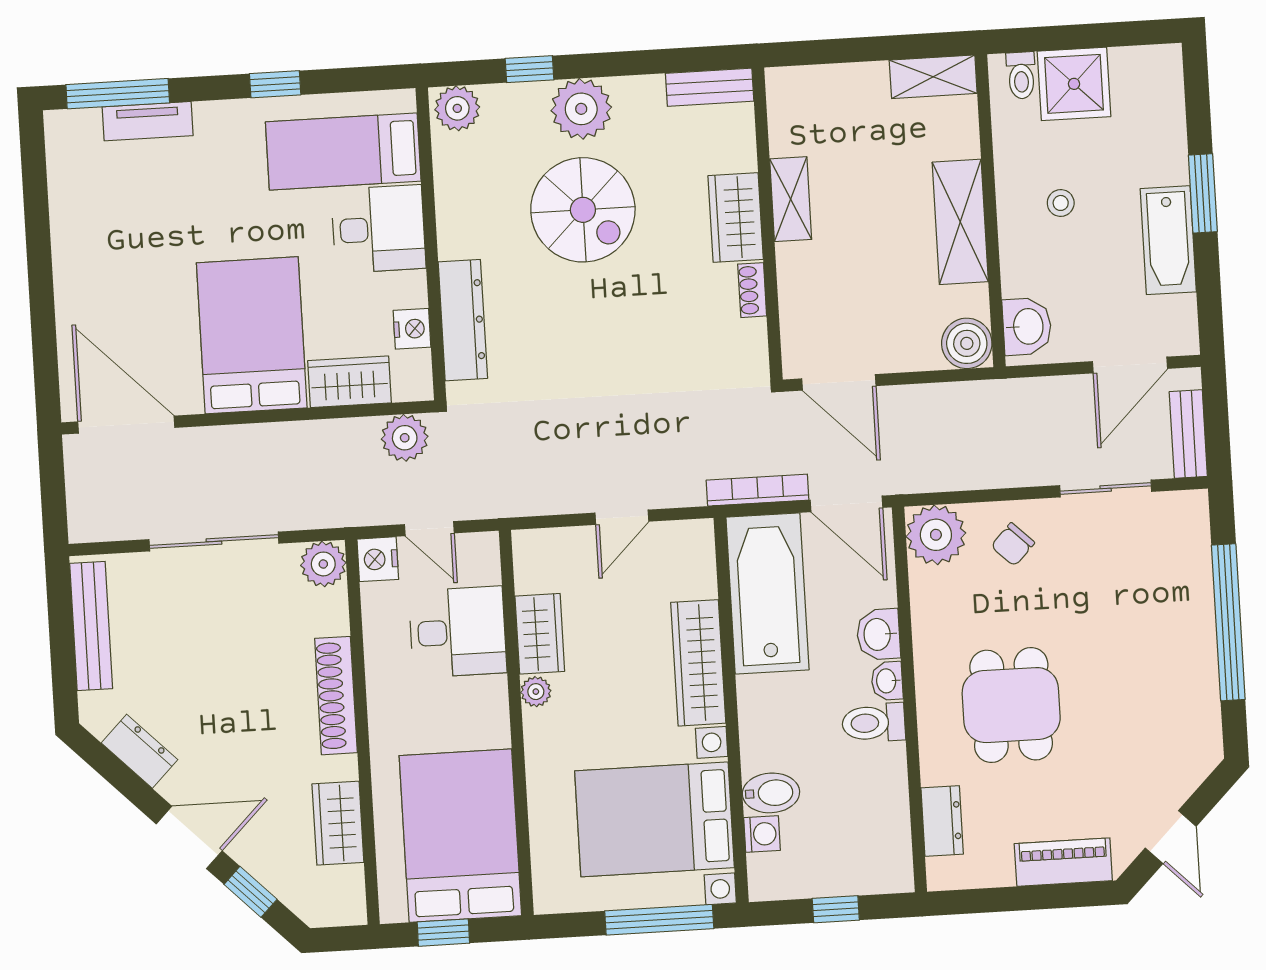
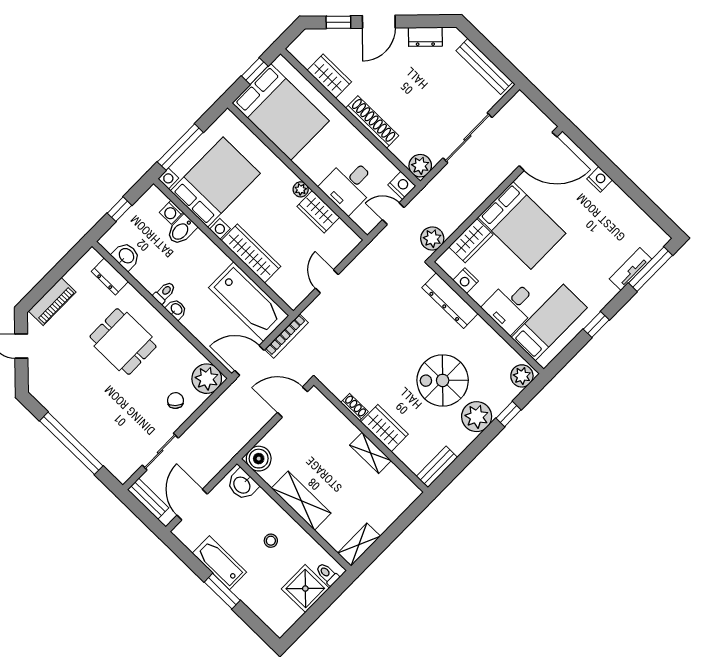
nightstand: (72, 298) -> (600, 179), added
washbasin: (878, 634) -> (126, 256), moved
toilet: (874, 723) -> (164, 293), width x0.73, depth x0.72

